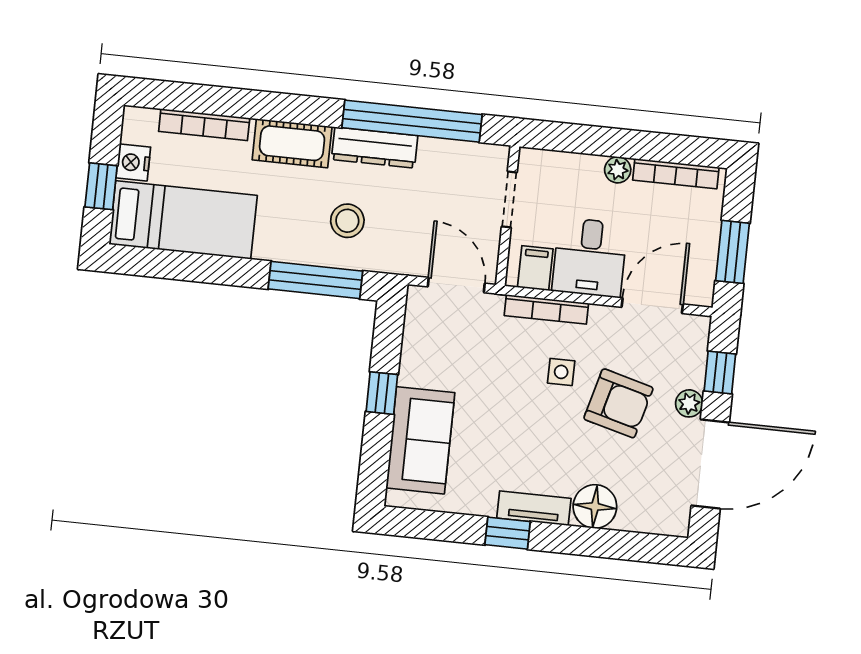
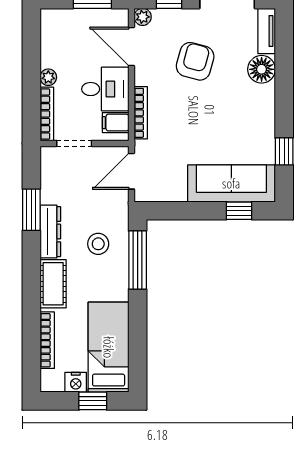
window: (412, 121) -> (31, 210), width x0.47
bookcase: (676, 174) -> (47, 114), moved
side table: (561, 372) -> (179, 99), removed
window: (382, 393) -> (239, 211), moved
plant: (689, 403) -> (143, 17), moved
sofa: (420, 440) -> (231, 183), width x1.36
tv unit: (534, 508) -> (267, 31), moved
window: (508, 533) -> (284, 151), moved

